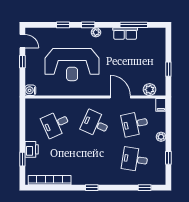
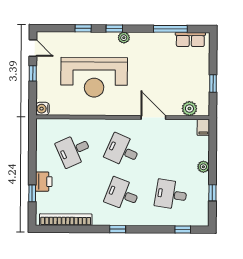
row of seats: (125, 34) -> (190, 39), moved
desk: (135, 124) -> (122, 194), moved, turned 33

